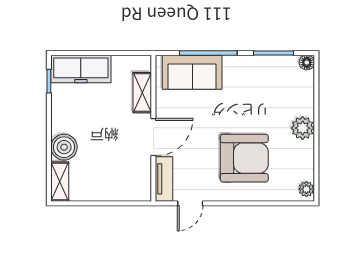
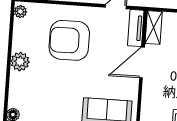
shelving: (142, 93) -> (154, 27), moved

